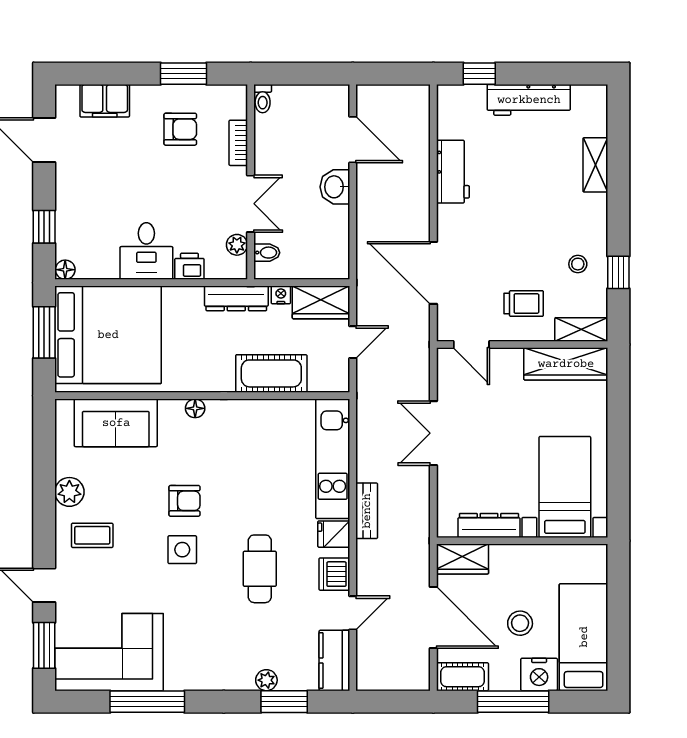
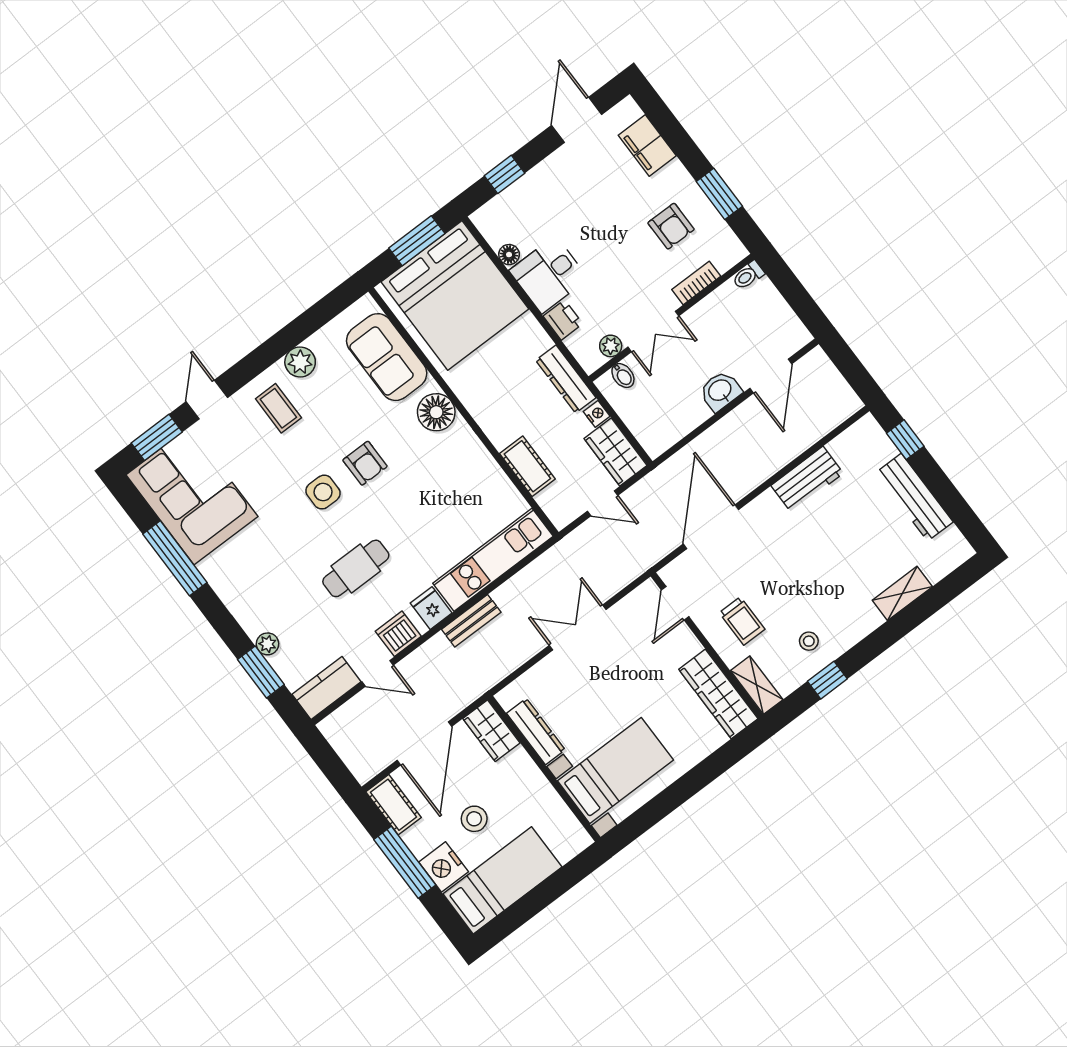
floor lamp: (65, 270) -> (509, 255), moved
cot: (271, 373) -> (527, 466), width x0.73, depth x0.75
floor lamp: (195, 408) -> (436, 412), width x1.89, depth x1.89

